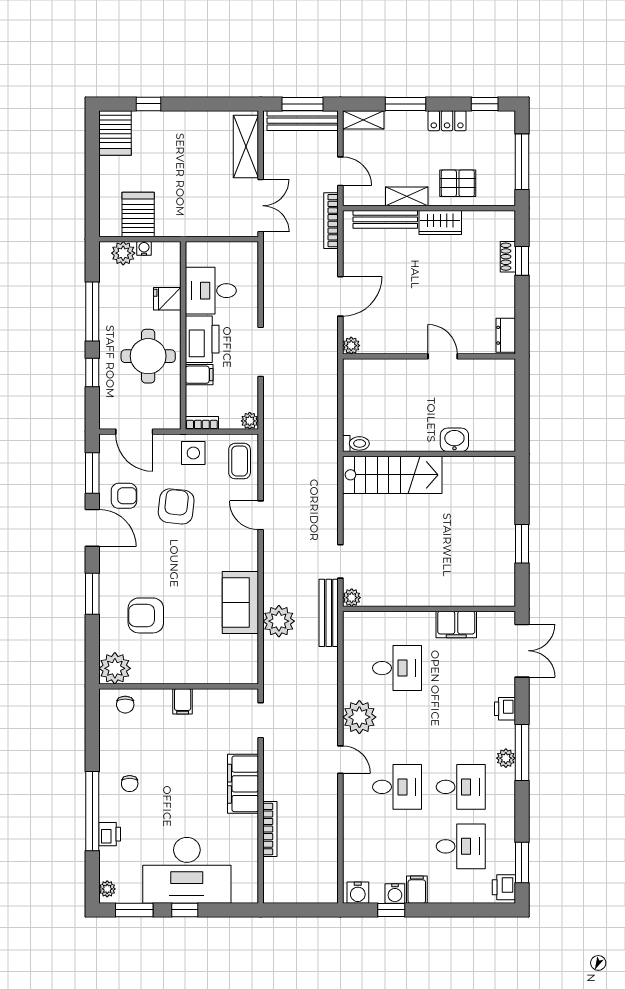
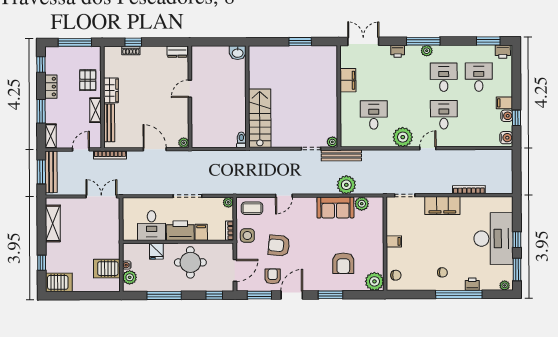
shelving: (246, 146) -> (53, 223), moved, turned 90
window: (92, 372) -> (214, 295), moved
washbasin: (454, 440) -> (238, 53), moved, turned -90
plant: (247, 647) -> (362, 204), added

